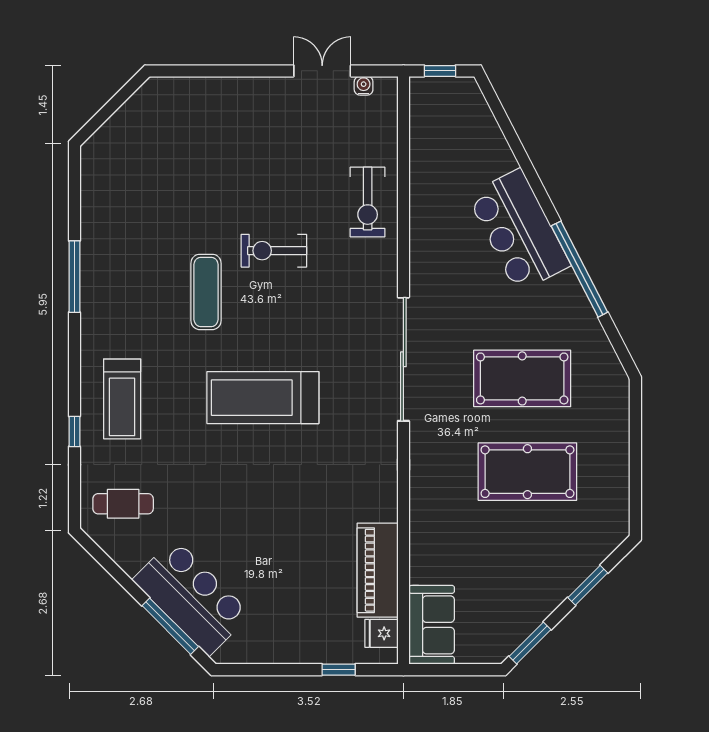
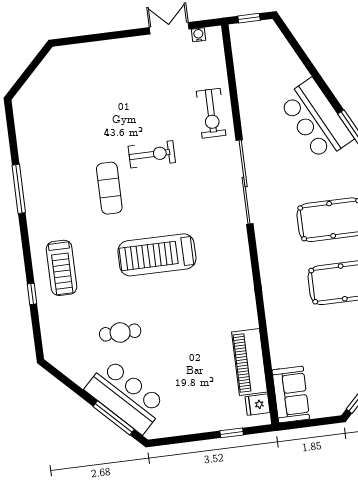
exercise bike: (274, 251) -> (152, 154), turned 180
sliding door: (403, 359) -> (245, 182), moved
cafe table: (123, 504) -> (120, 333), moved

